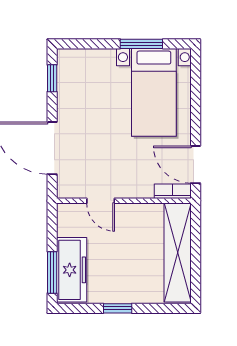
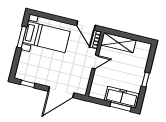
door: (196, 165) -> (86, 25), hinge flipped
door: (101, 201) -> (95, 62), moved
shelving: (178, 253) -> (118, 43), width x0.68

